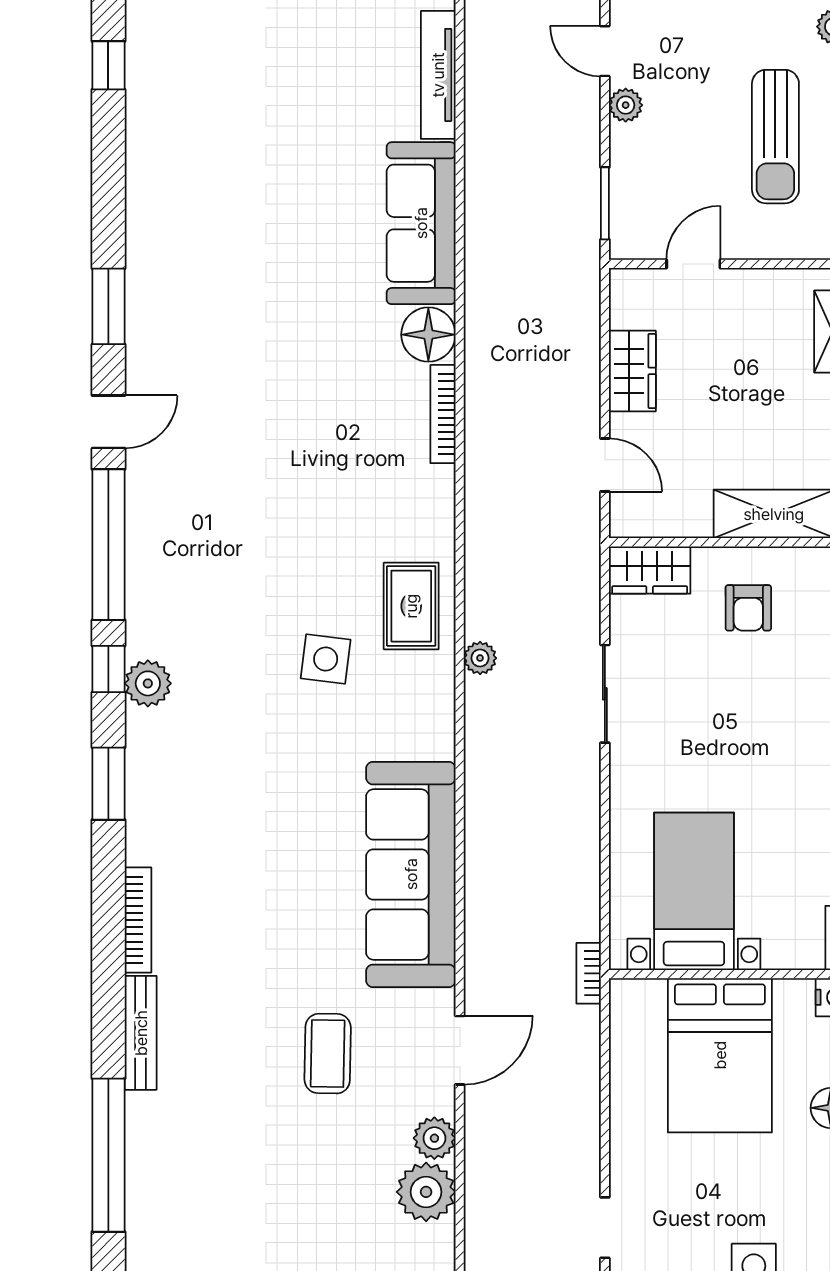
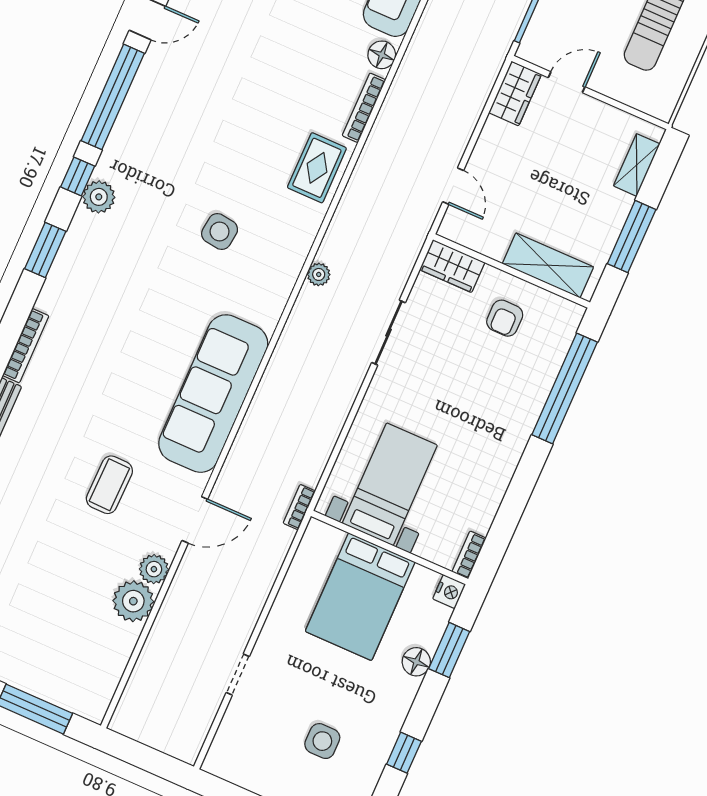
floor lamp: (428, 335) -> (382, 55), width x0.73, depth x0.73
wardrobe: (632, 371) -> (515, 94), moved
rug: (411, 606) -> (317, 168), moved

